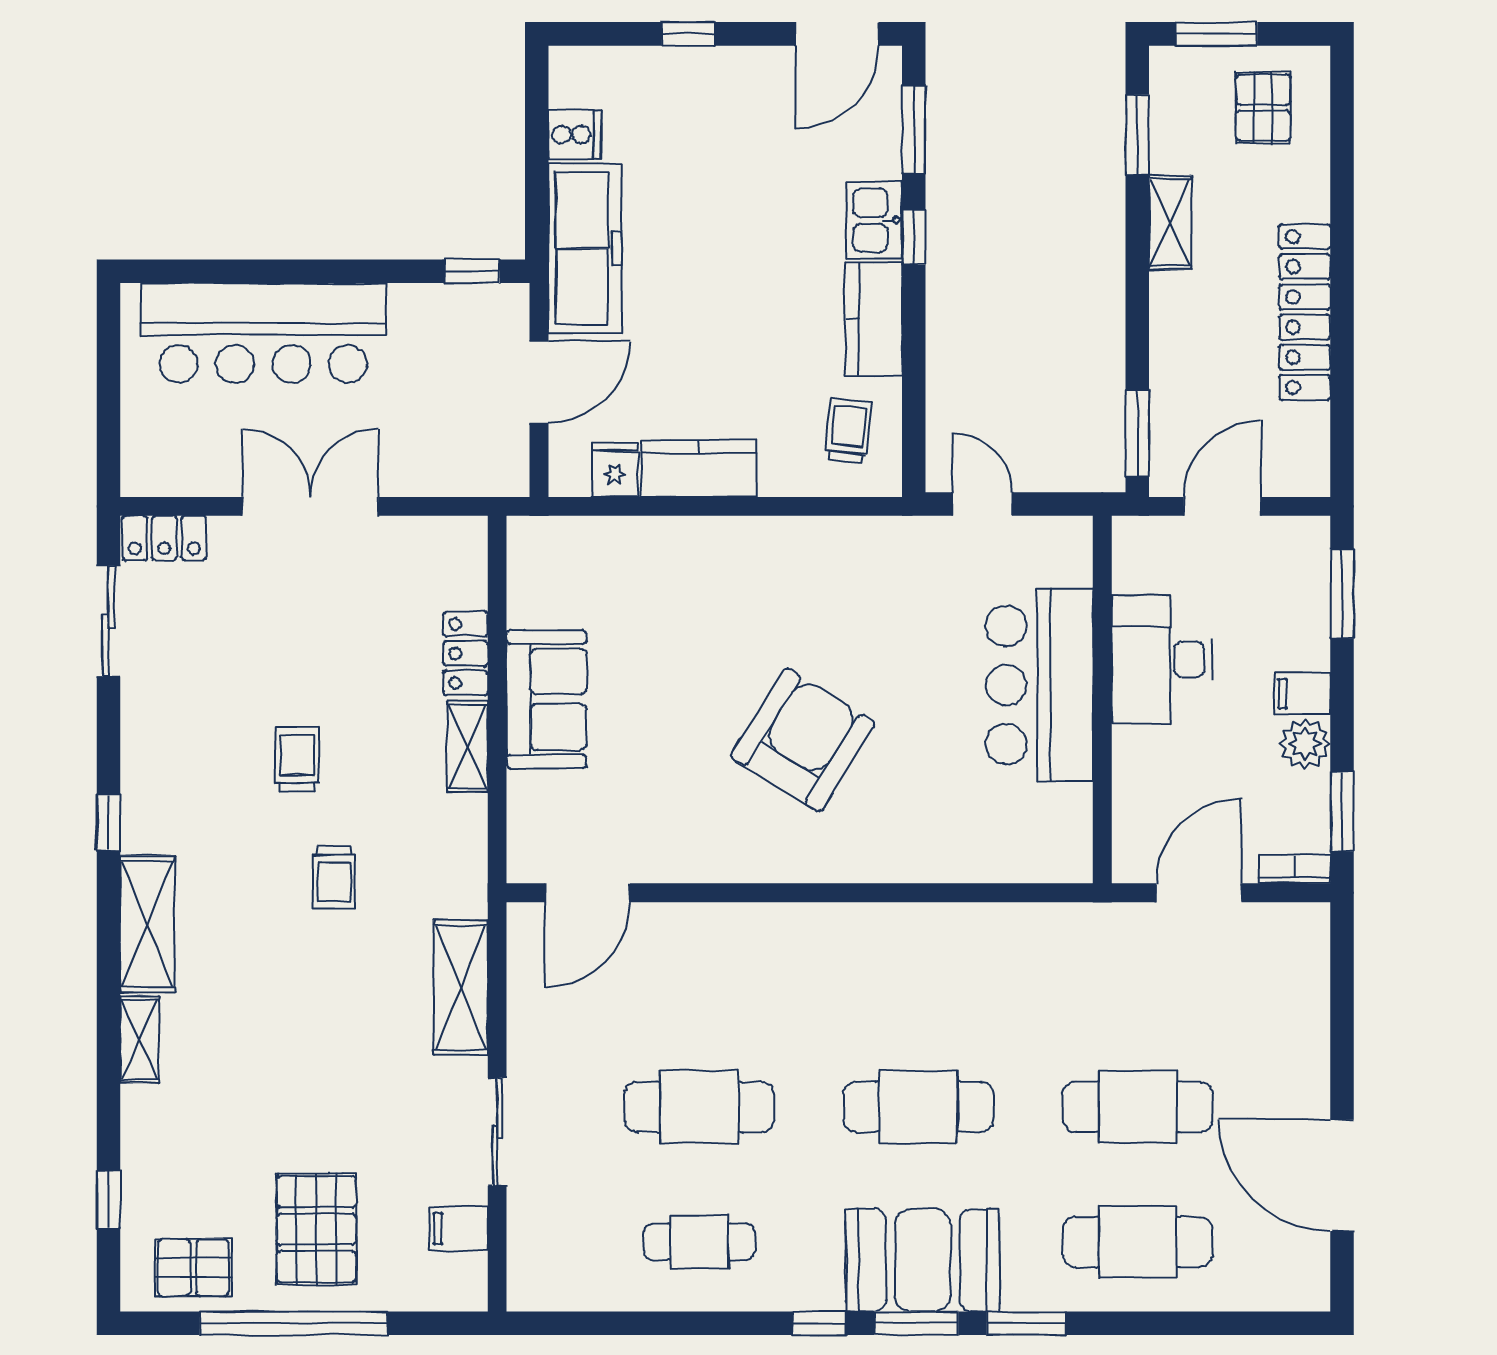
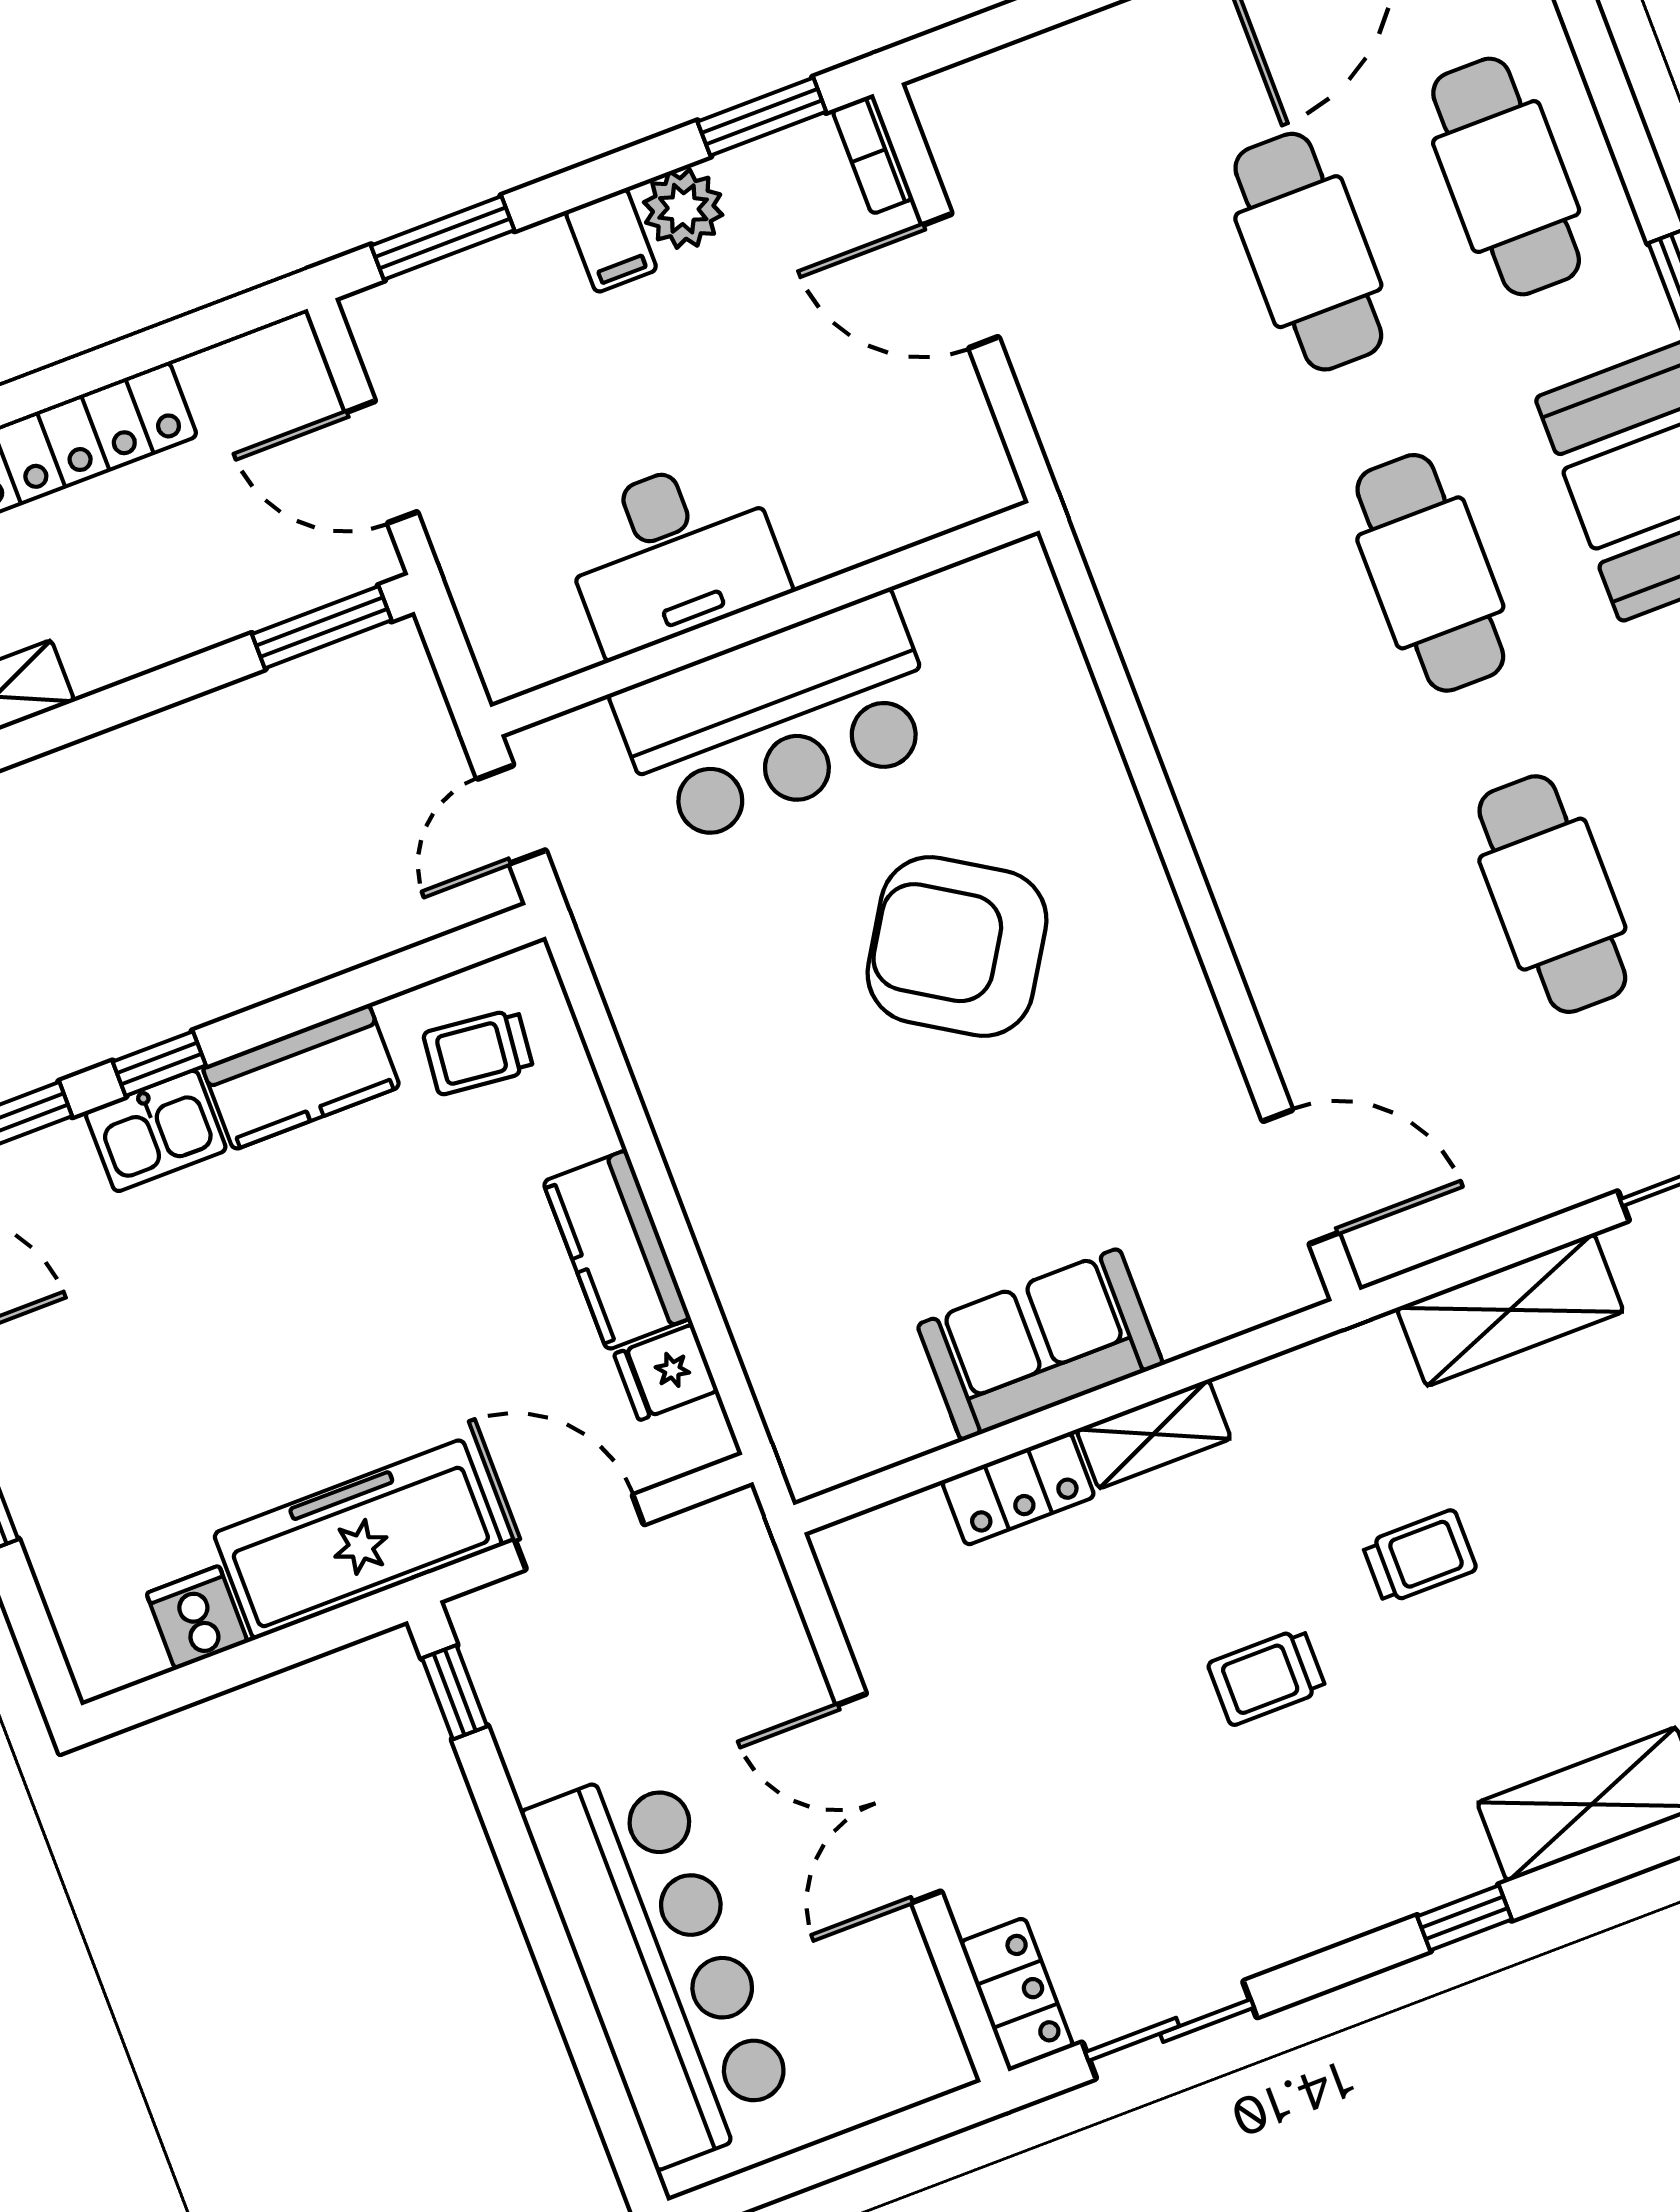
desk: (1162, 659) -> (673, 554), moved
bar counter: (1039, 685) -> (778, 719), moved
wall: (1102, 700) -> (765, 619), moved

